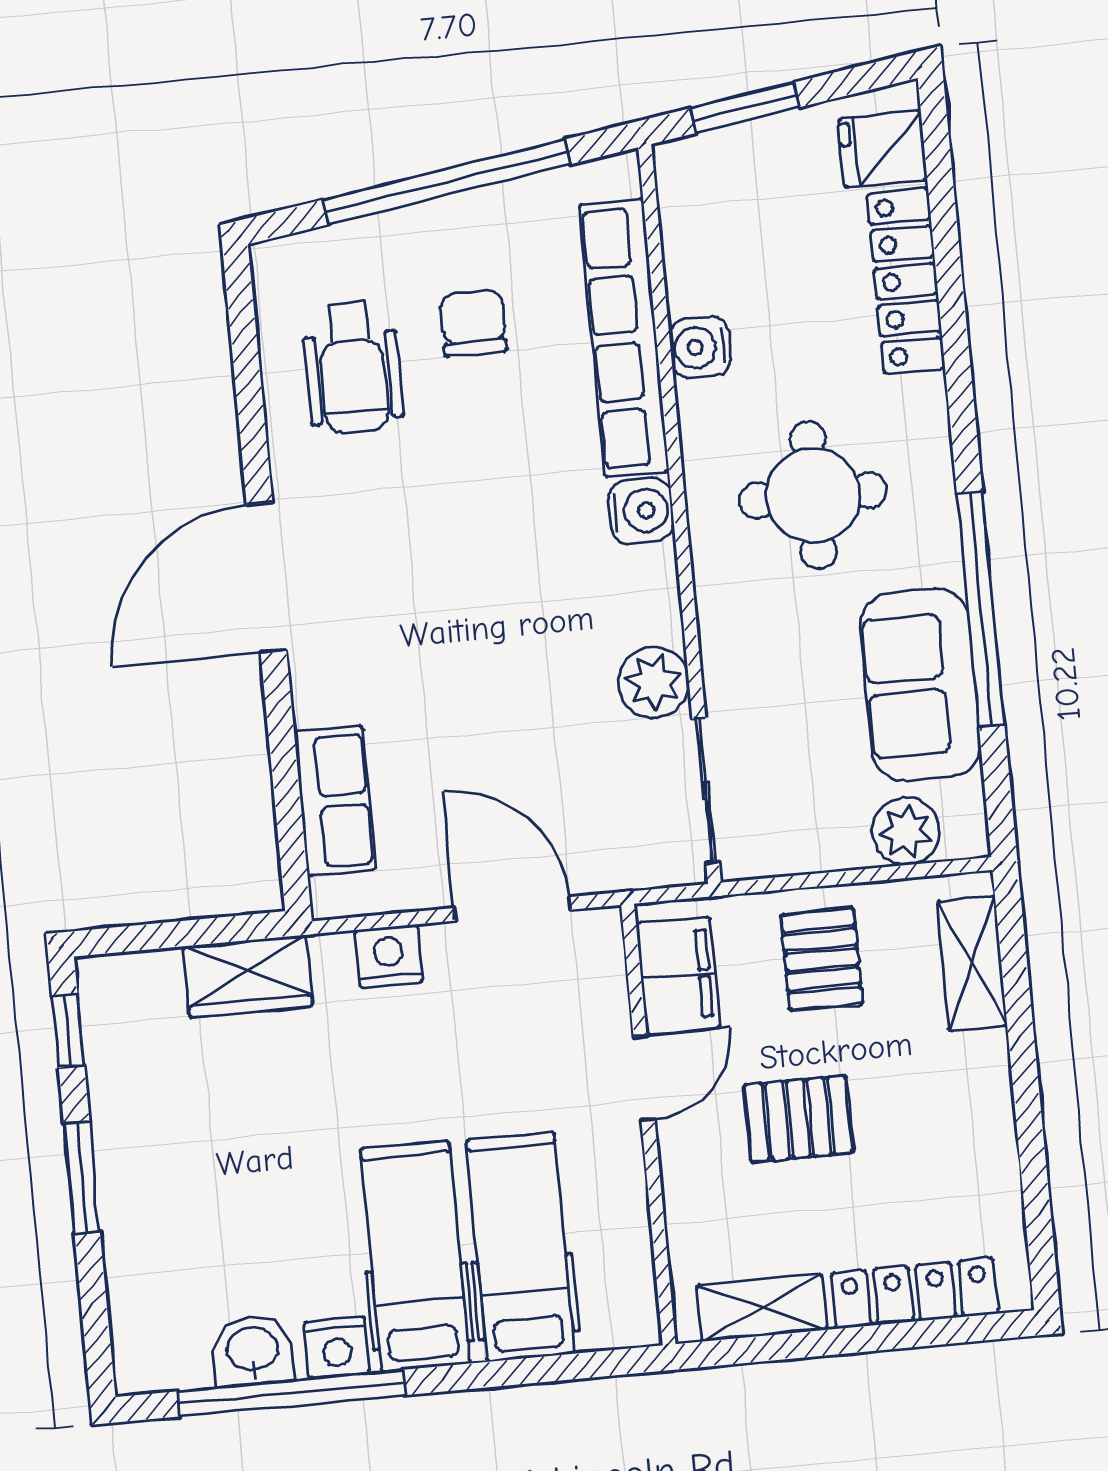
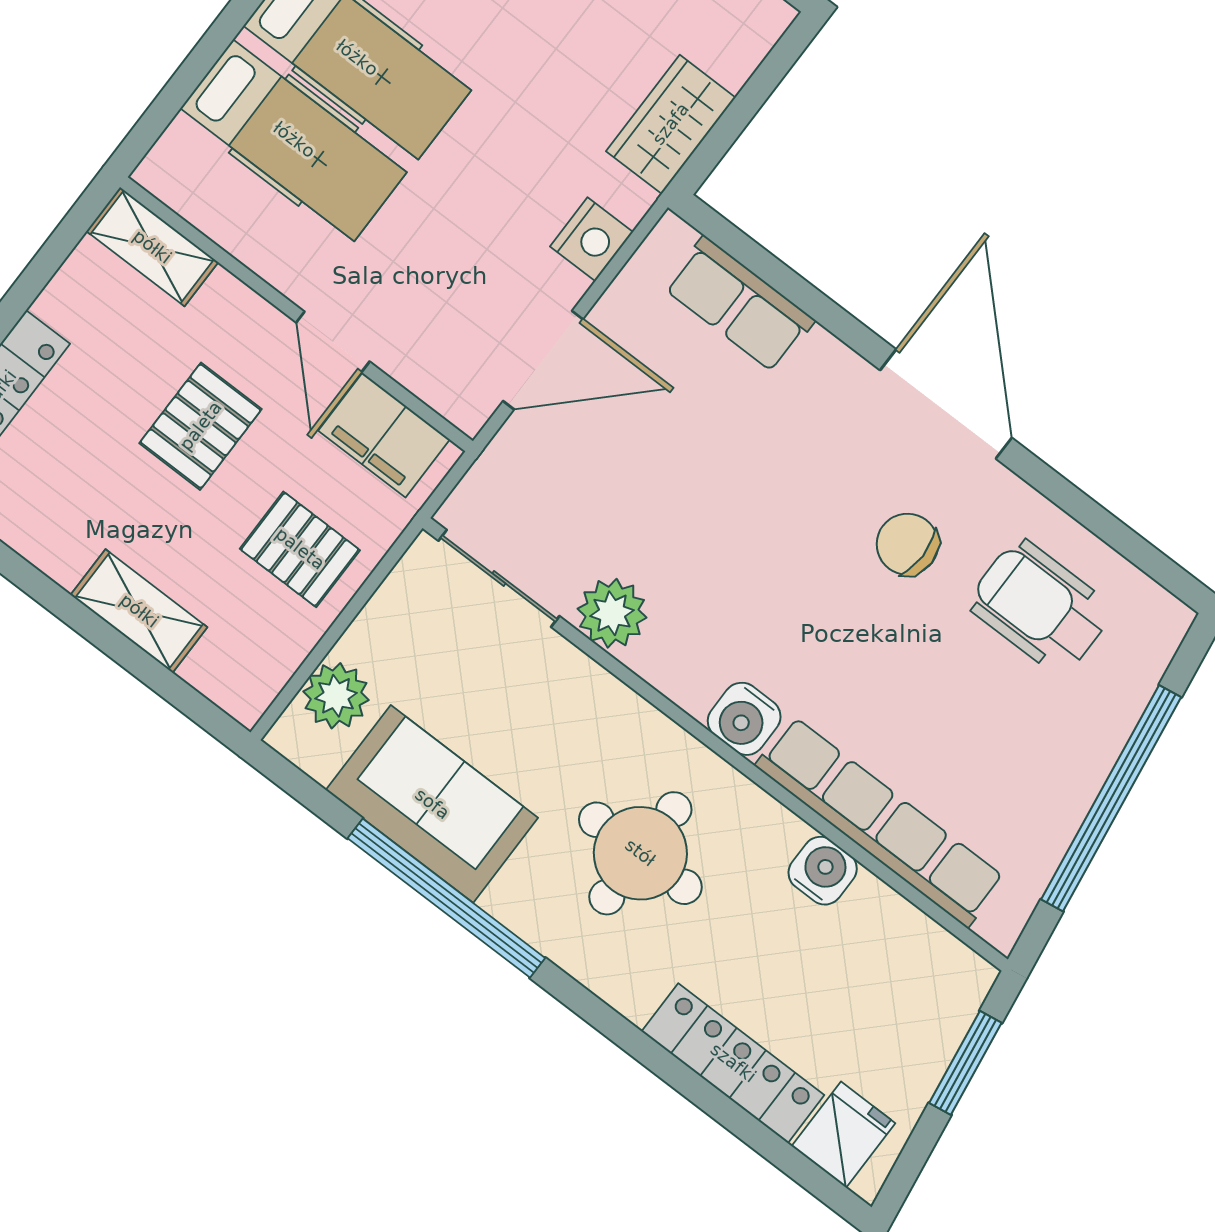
chair: (473, 323) -> (907, 544), moved, turned 180
shelving: (972, 964) -> (139, 611), moved
shelving: (762, 1308) -> (152, 247), moved, turned 90

